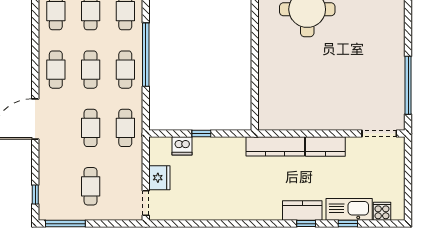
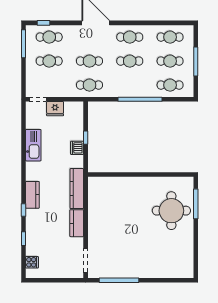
cafe table: (125, 70) -> (49, 37), moved
dishwasher: (182, 146) -> (77, 148), moved
kitchen sink: (349, 209) -> (33, 145), moved
kitchen counter: (302, 211) -> (32, 195), moved

